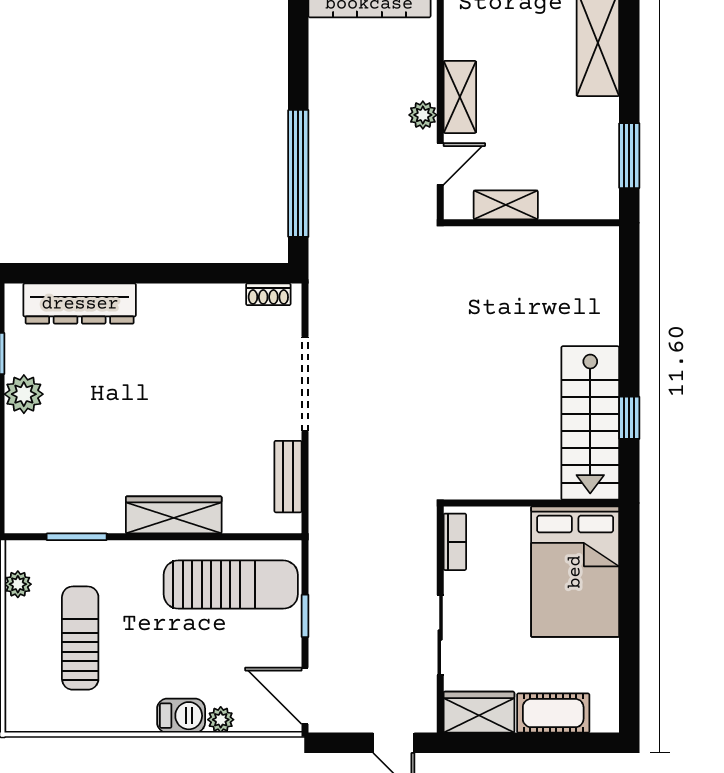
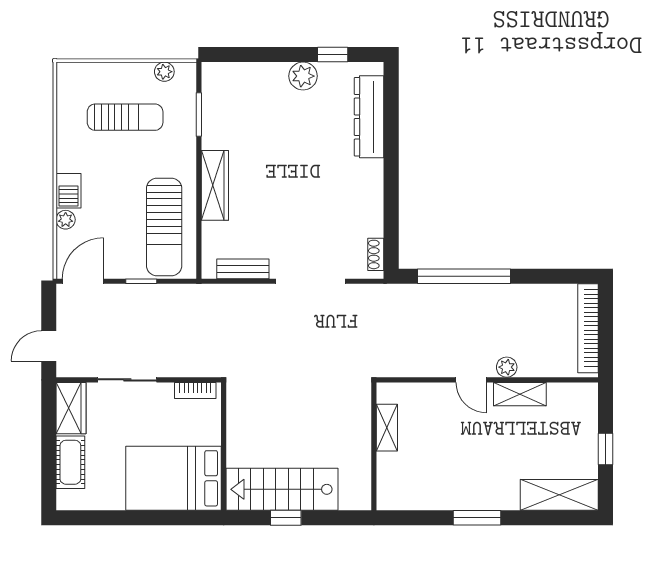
shelving: (506, 205) -> (387, 428), moved
wall: (531, 223) -> (374, 446), moved

